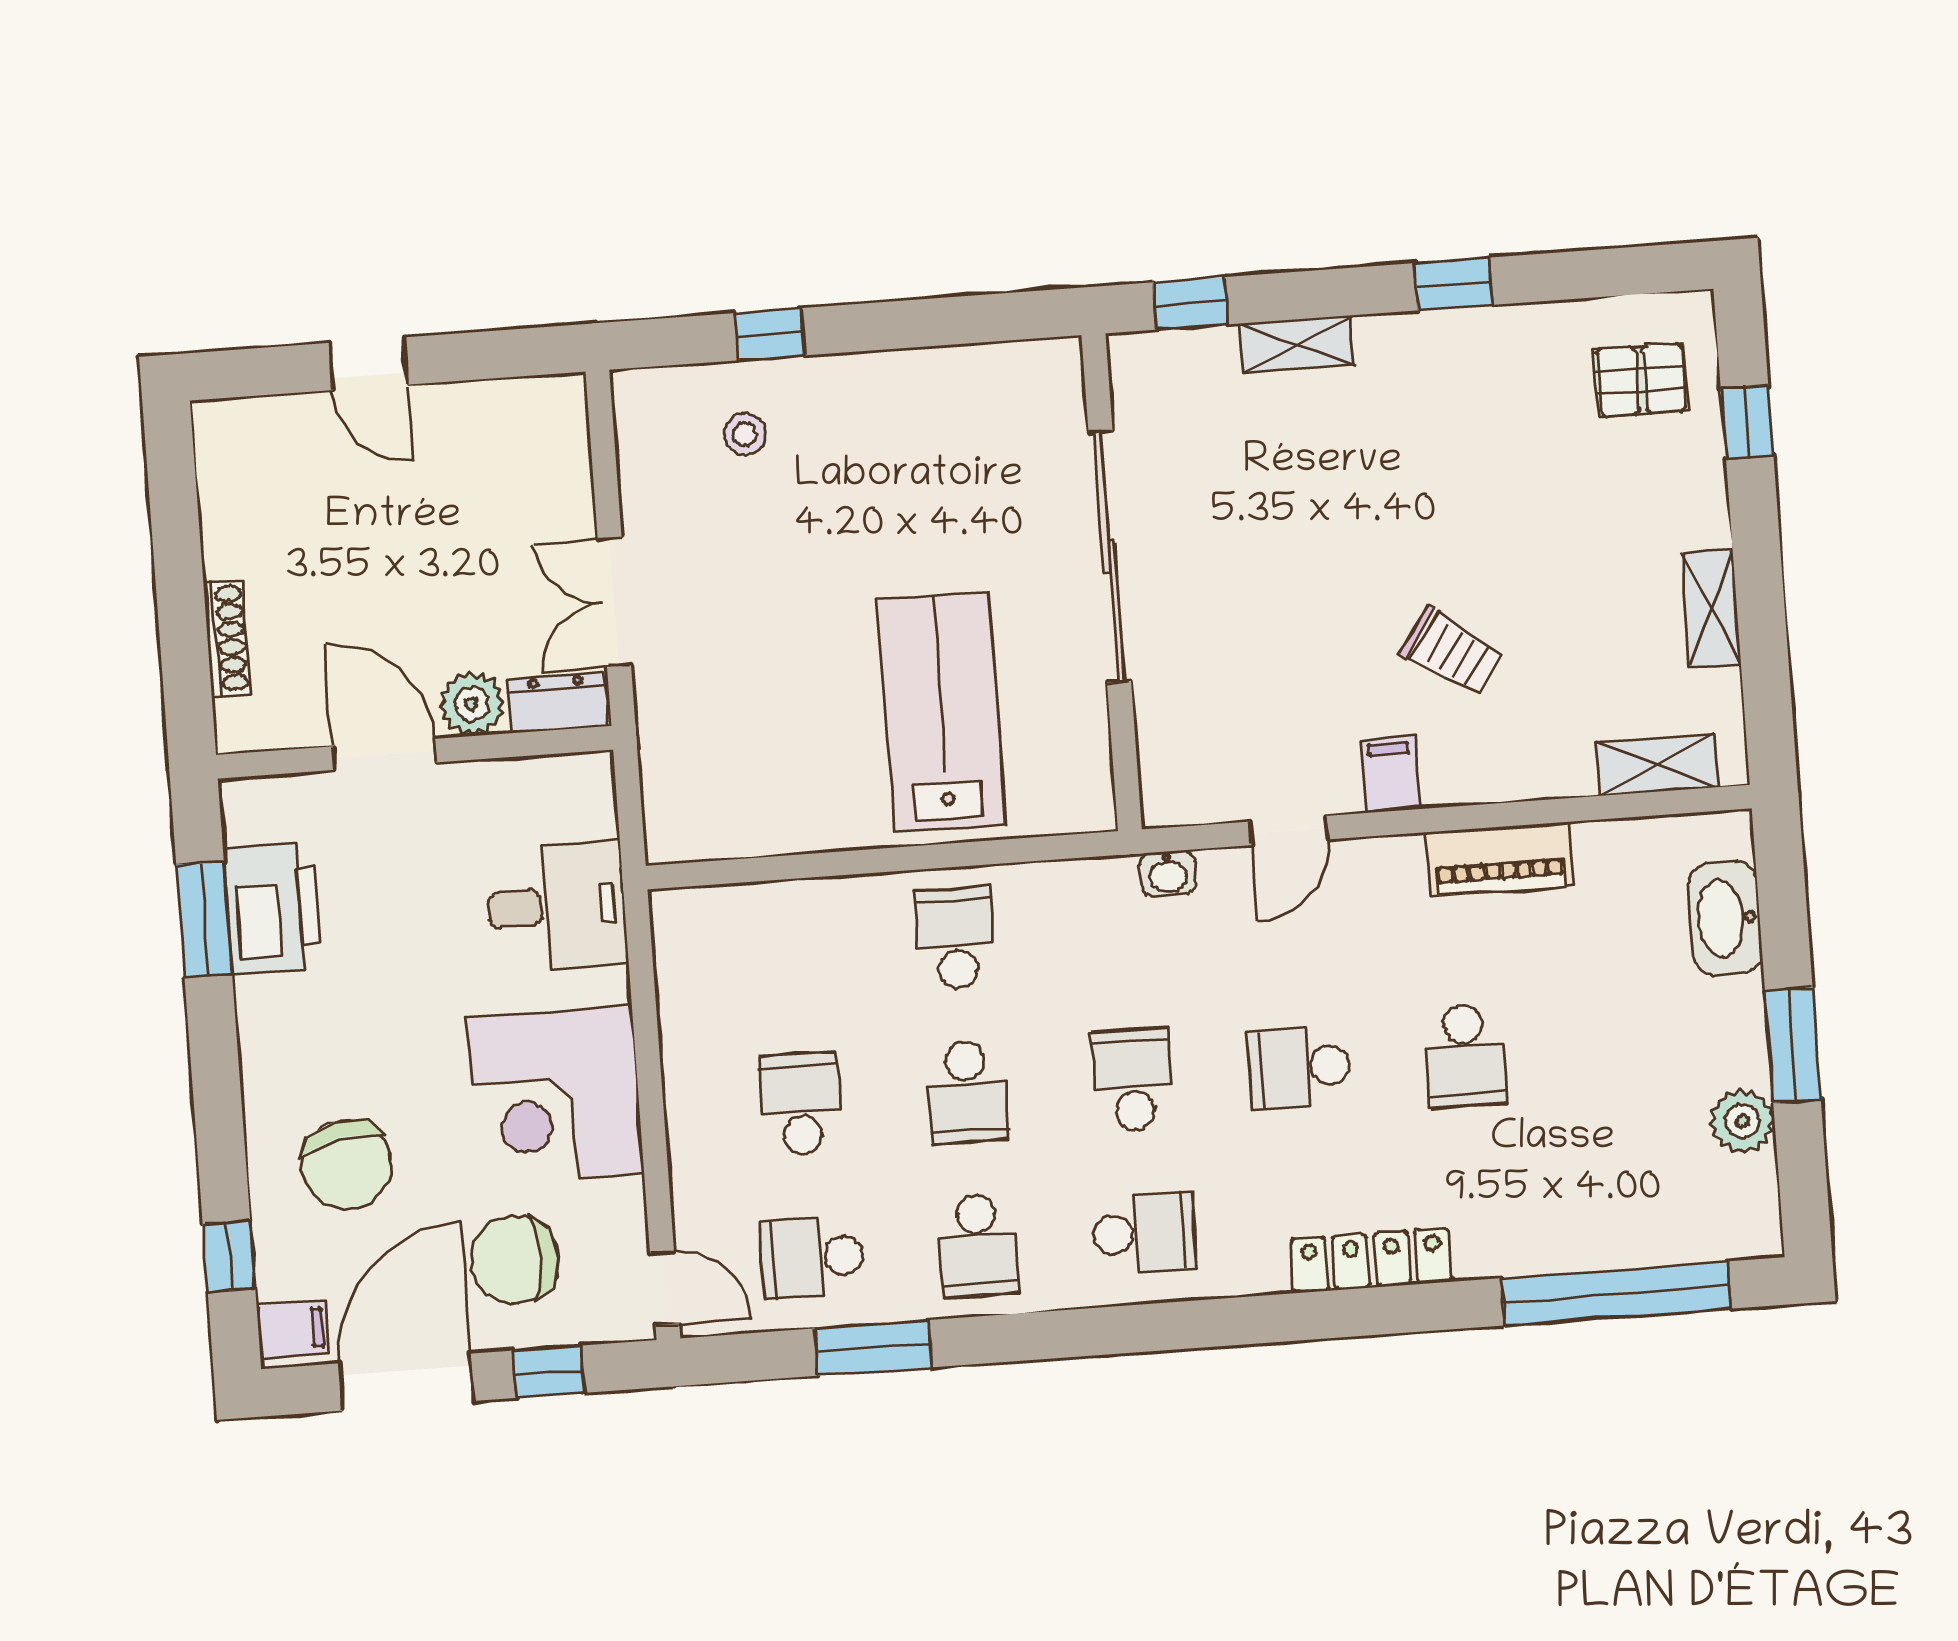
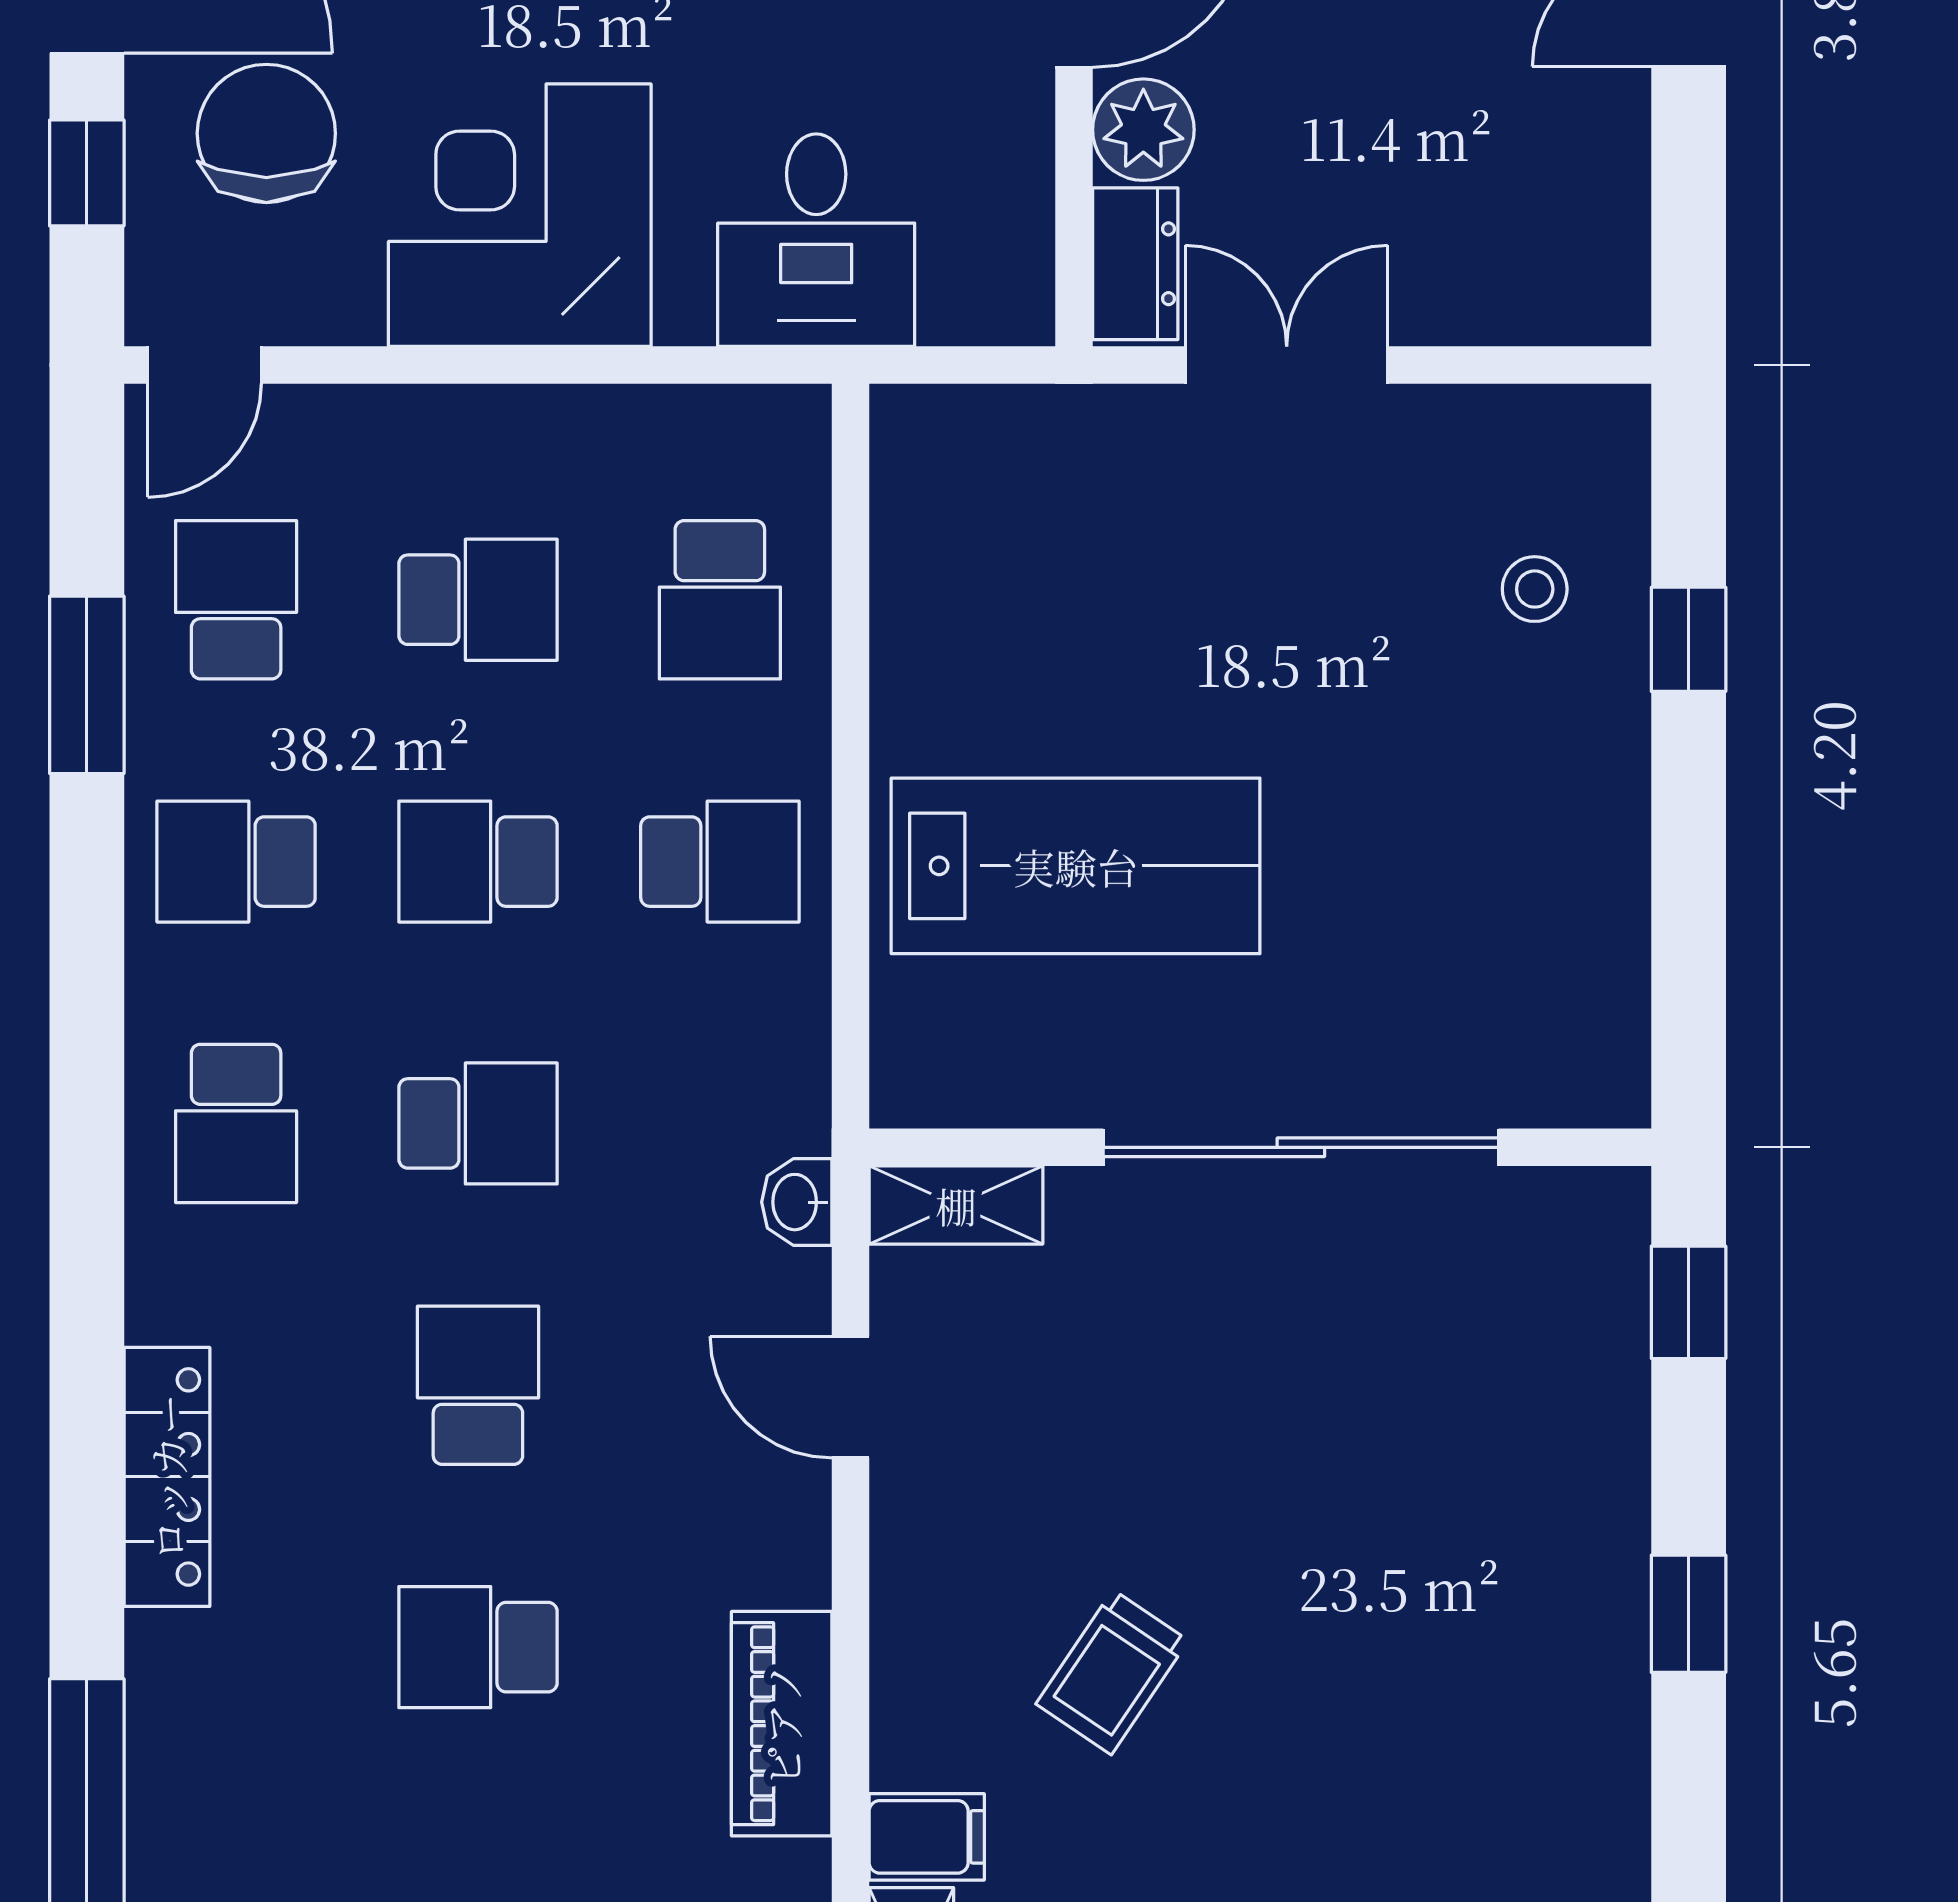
window: (1453, 284) -> (1689, 1614), moved
shelving: (1297, 344) -> (956, 1205), moved, turned 90
filing cabinet: (1390, 774) -> (927, 1837), moved
school desk: (790, 950) -> (720, 600), added

